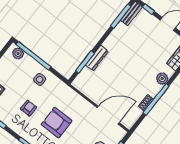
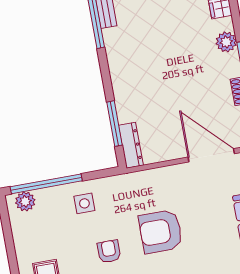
dresser: (97, 58) -> (131, 145), moved
door: (108, 115) -> (211, 155), hinge flipped

